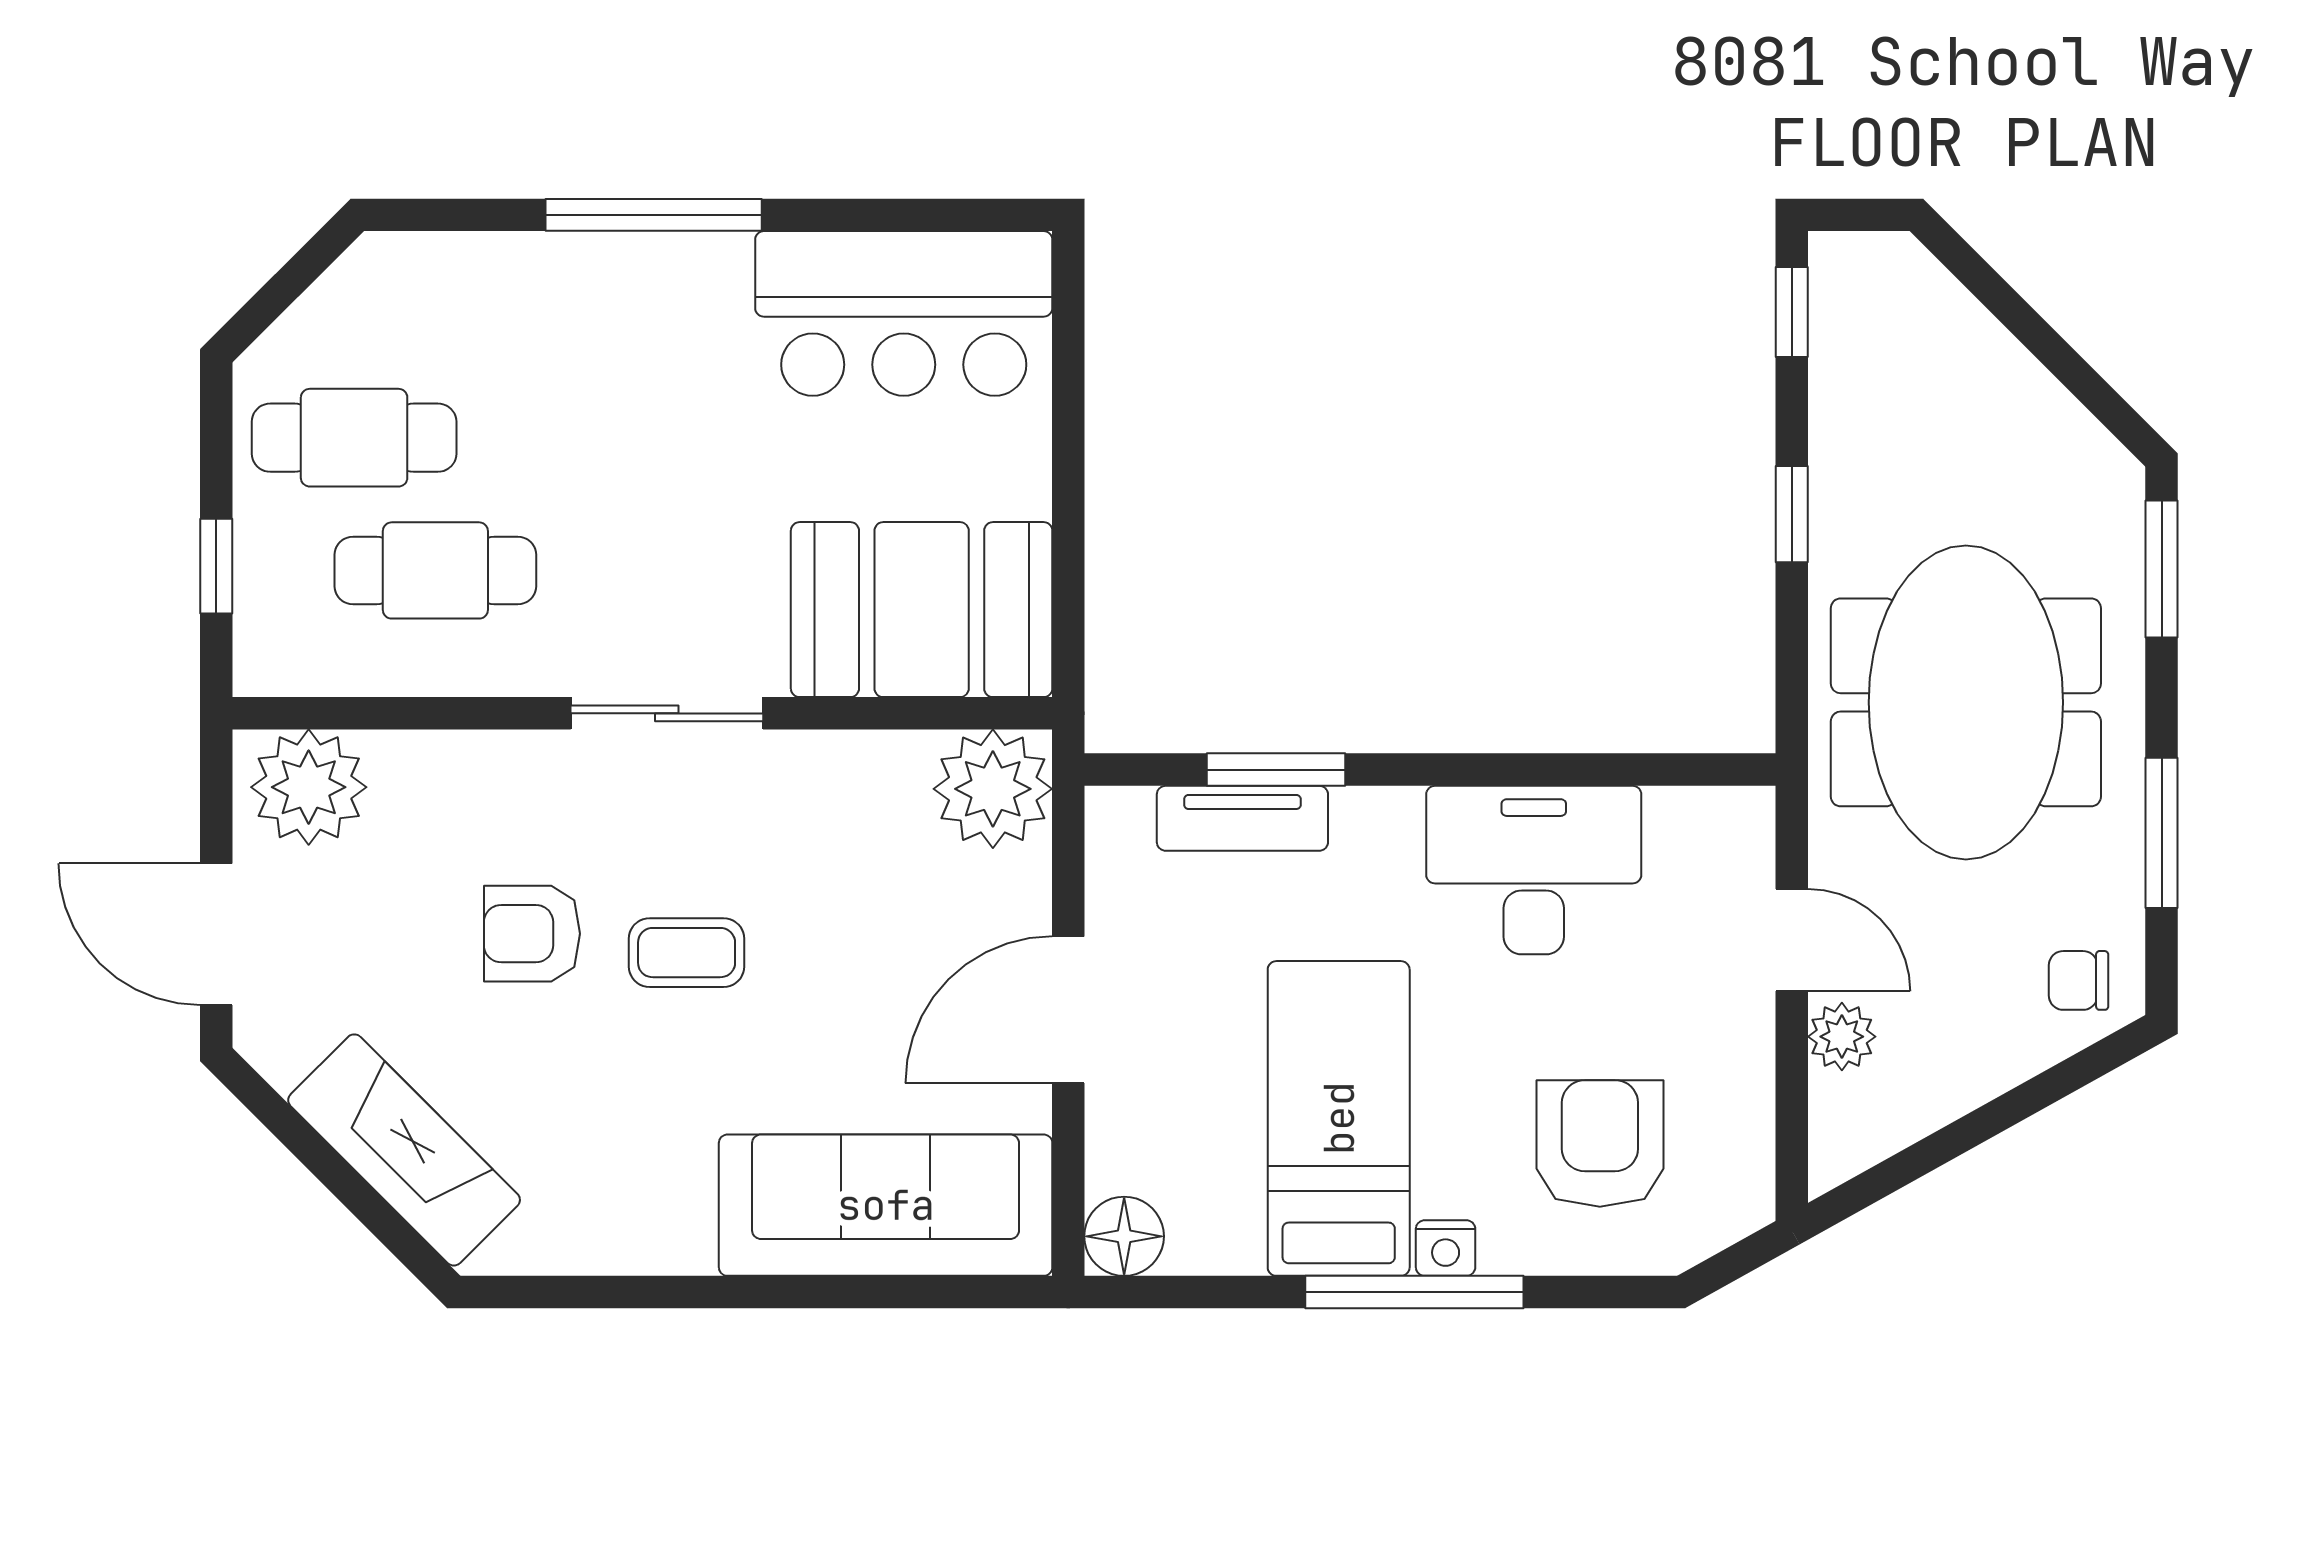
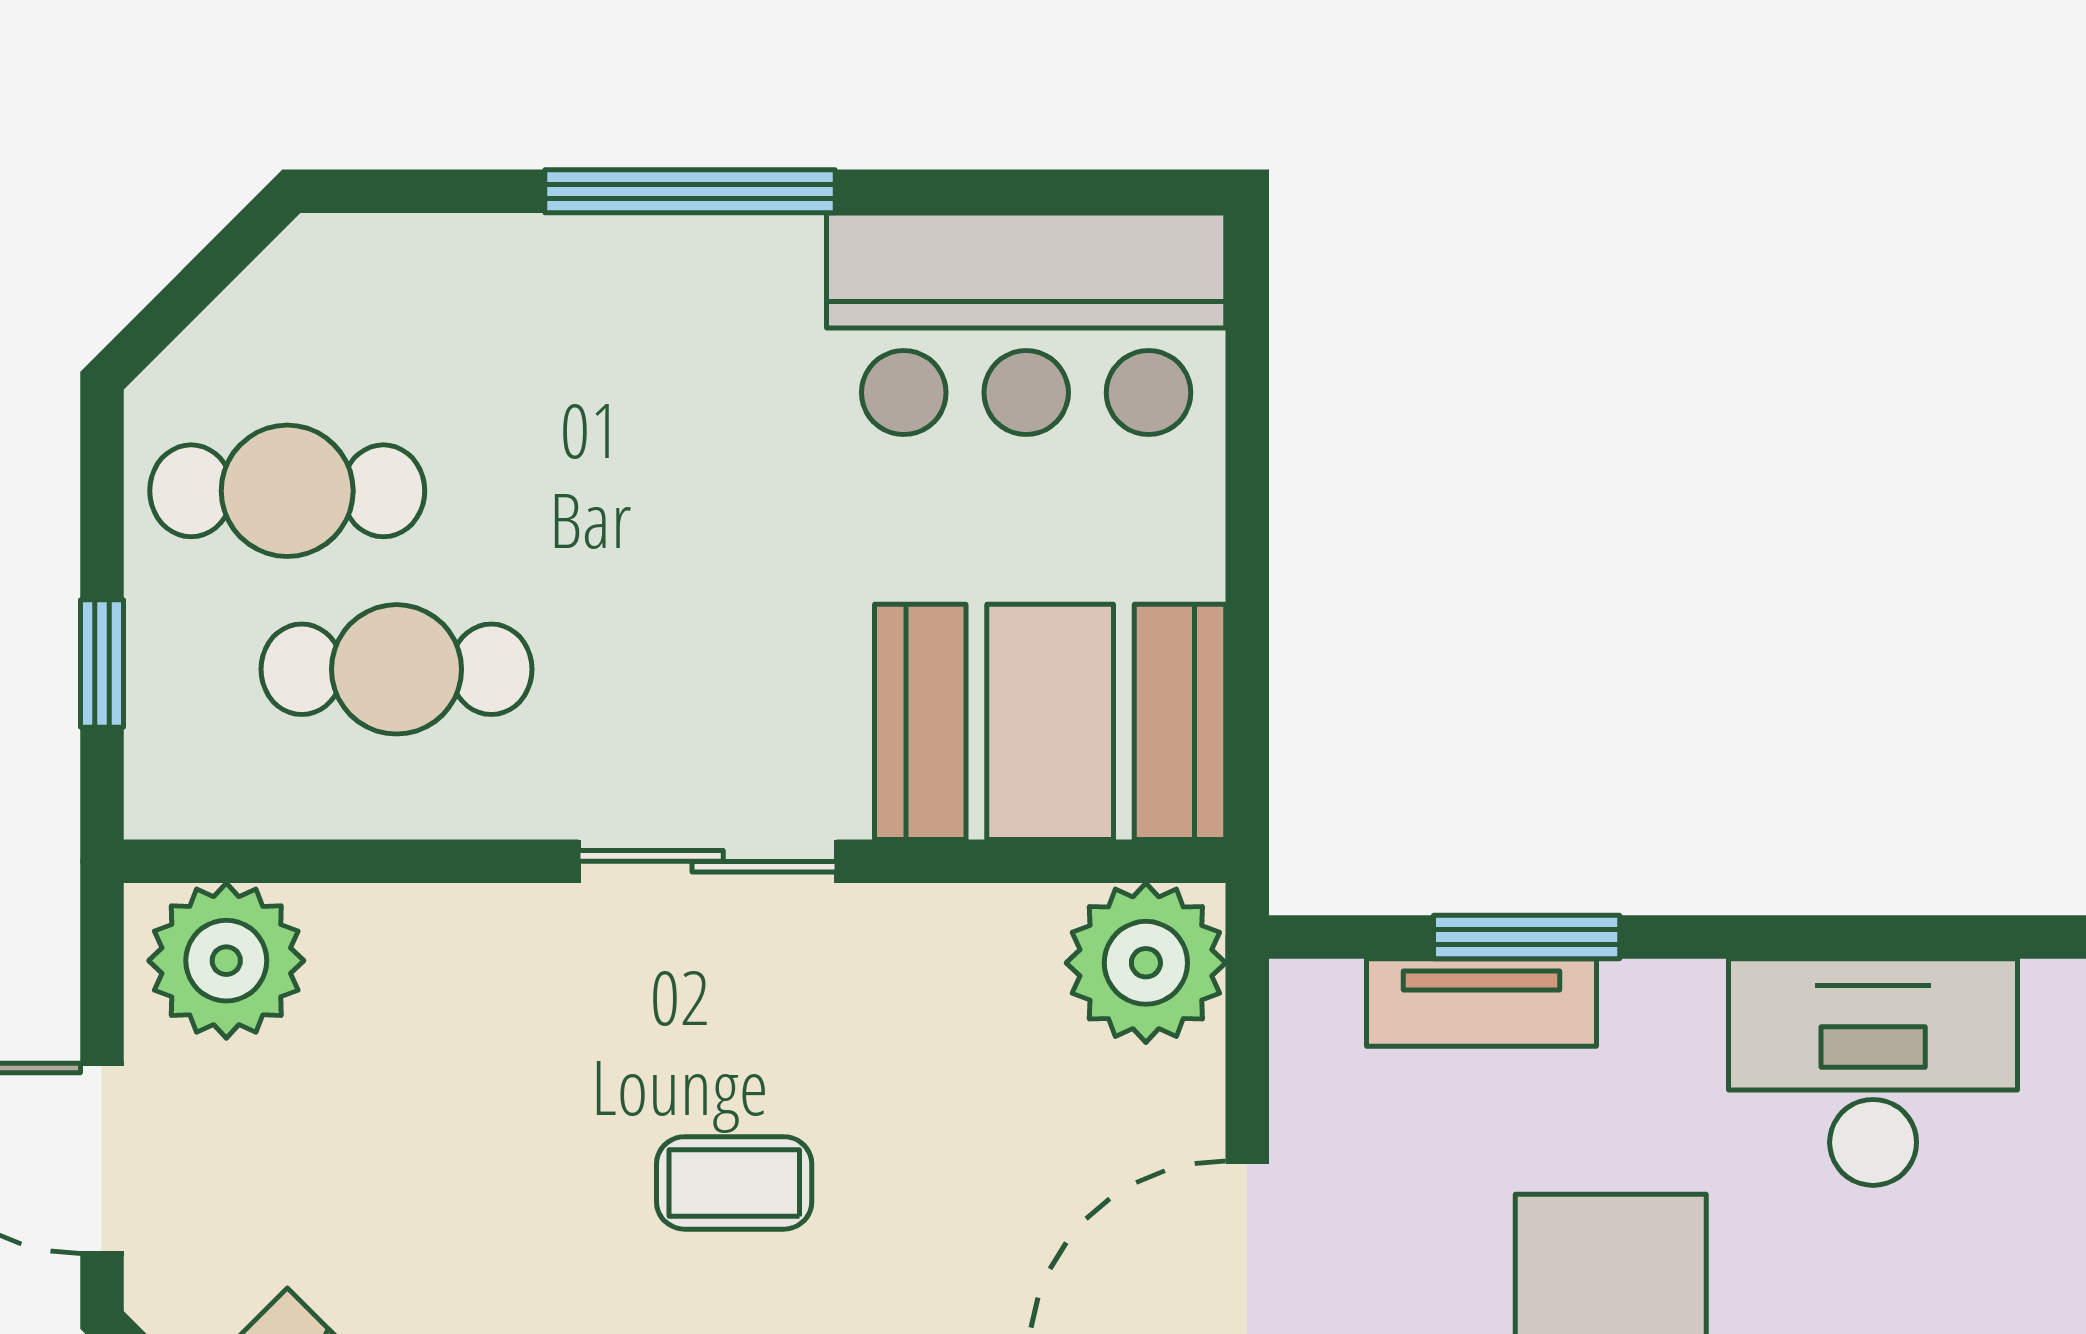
armchair: (532, 934) -> (526, 1158), removed

